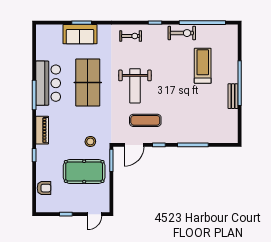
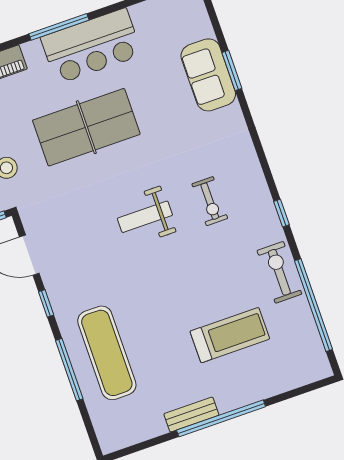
exercise bike: (182, 33) -> (279, 272), turned 180
exercise bike: (131, 36) -> (210, 201), moved
table tennis table: (88, 82) -> (86, 127), moved
weight bench: (135, 86) -> (145, 217), width x0.73, depth x0.75
exercise mat: (145, 120) -> (107, 353), moved, width x1.36, depth x1.45

